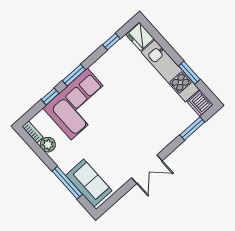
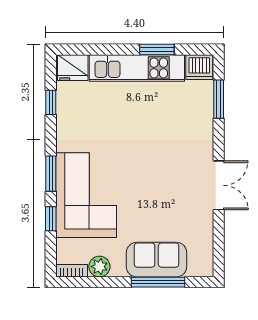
sofa: (89, 183) -> (157, 260), moved

